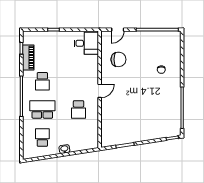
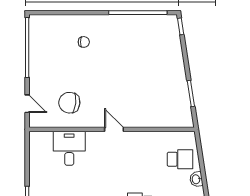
desk: (86, 43) -> (69, 148), moved
chair: (118, 59) -> (69, 103), turned -84
school desk: (79, 109) -> (180, 159), moved

